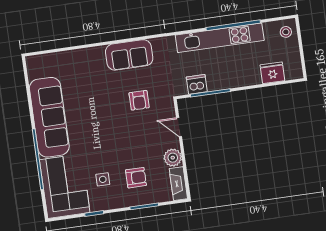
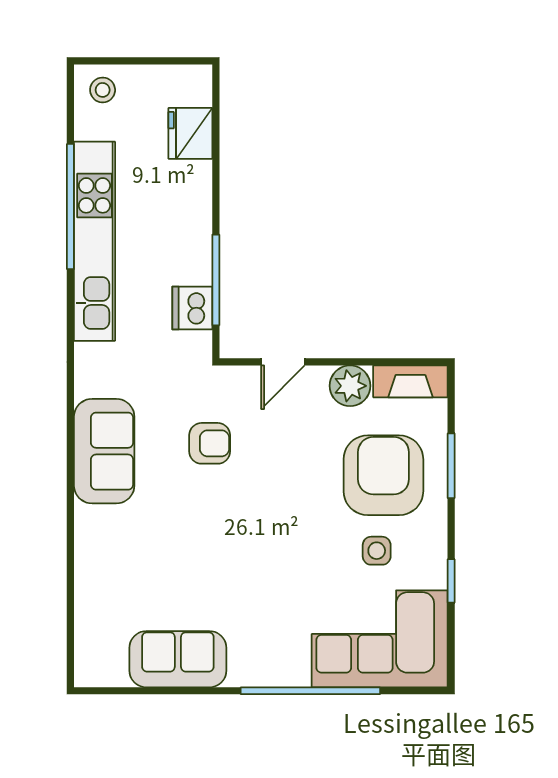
sofa: (49, 117) -> (178, 659), width x0.54, depth x0.79
armchair: (136, 178) -> (383, 475), width x1.88, depth x1.88

